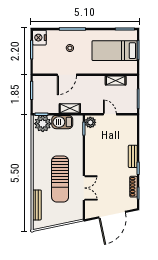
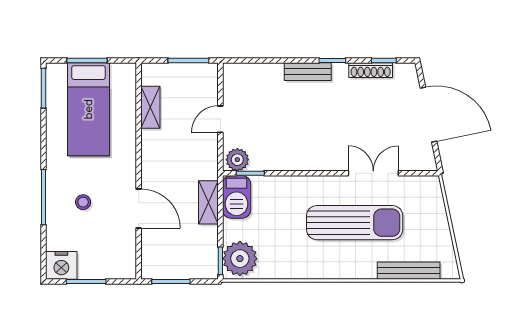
barbecue: (62, 122) -> (237, 197), moved

